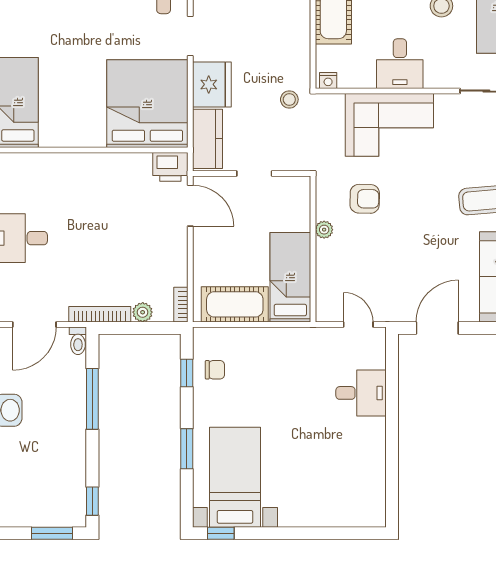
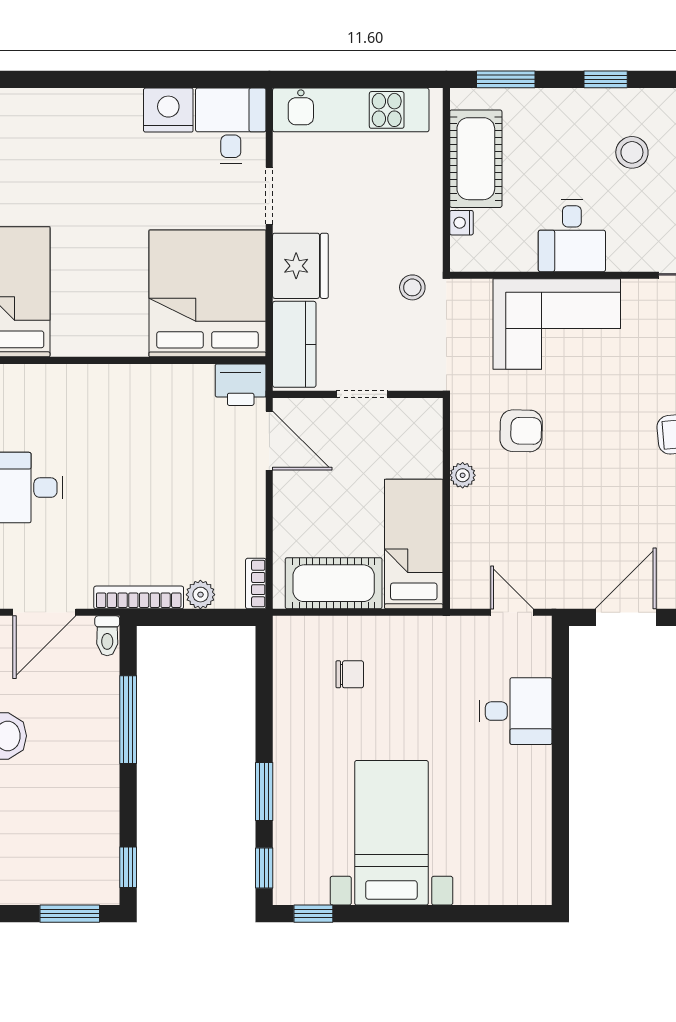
nightstand: (328, 81) -> (461, 223), moved, turned 90
chair: (215, 370) -> (350, 674), moved
window: (187, 373) -> (264, 868), moved
bed with nightstands: (235, 477) -> (391, 833), moved

